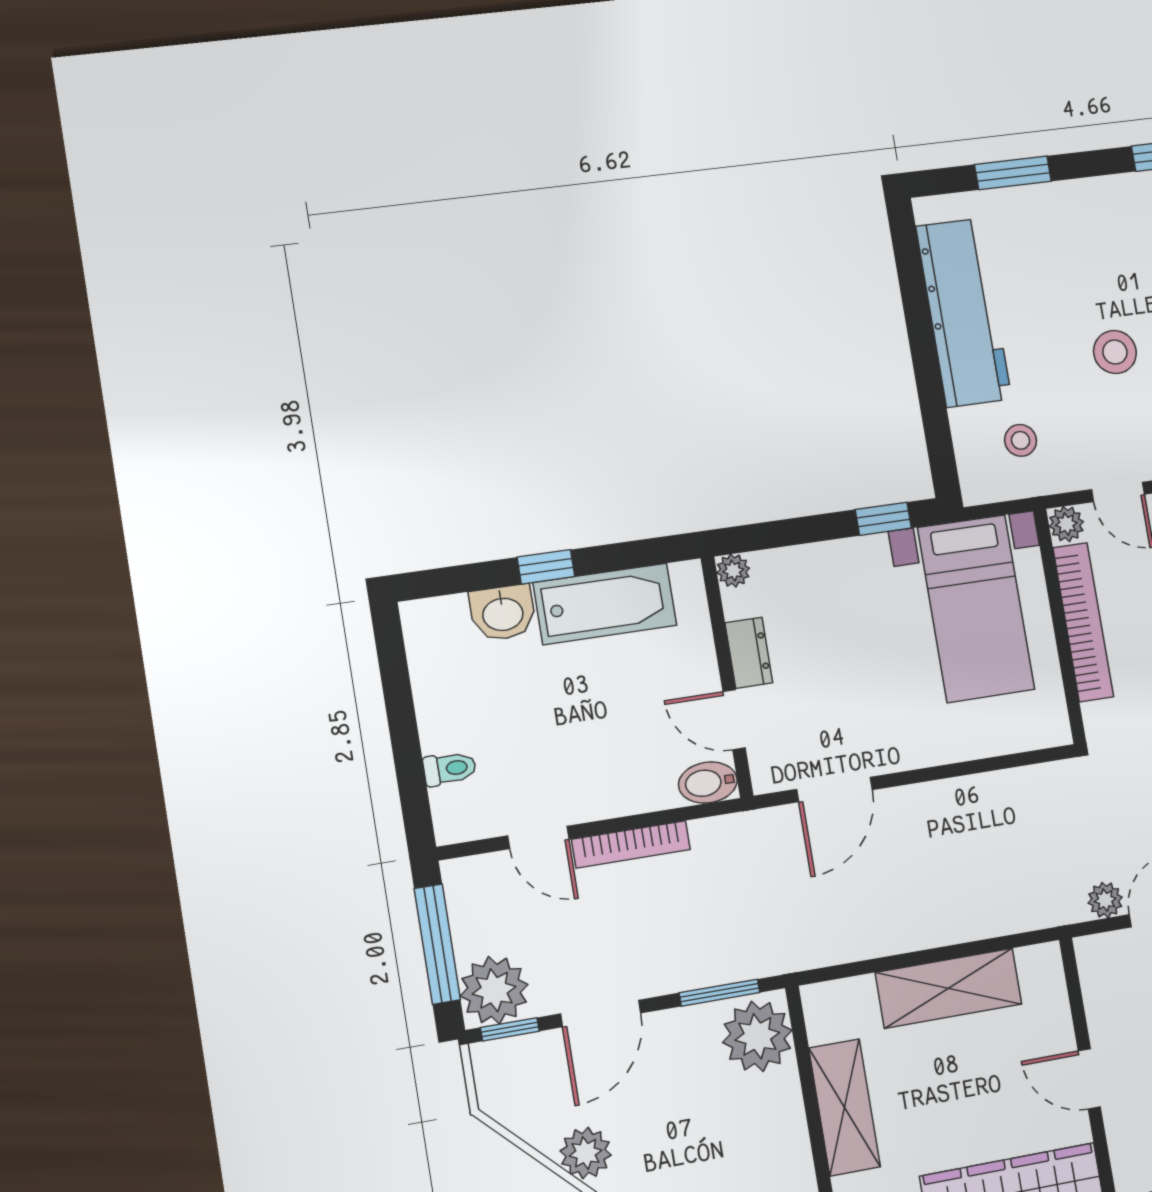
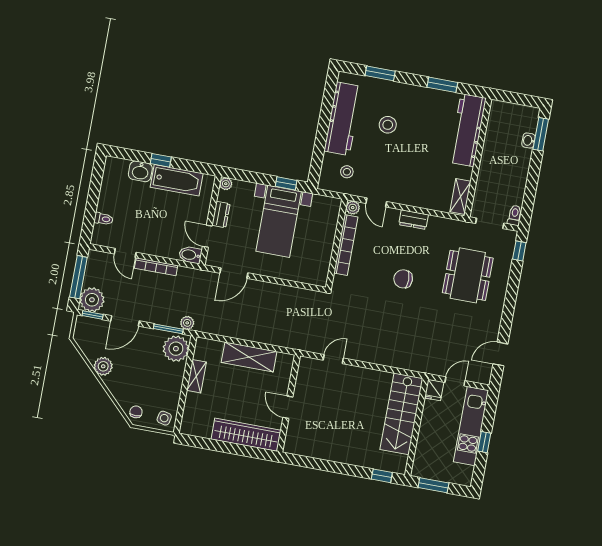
stool: (1115, 352) -> (388, 125), moved
bed with nightstands: (976, 609) -> (279, 221), moved
plant: (1105, 900) -> (187, 323), moved
shelving: (845, 1107) -> (196, 376), width x0.67, depth x0.75

